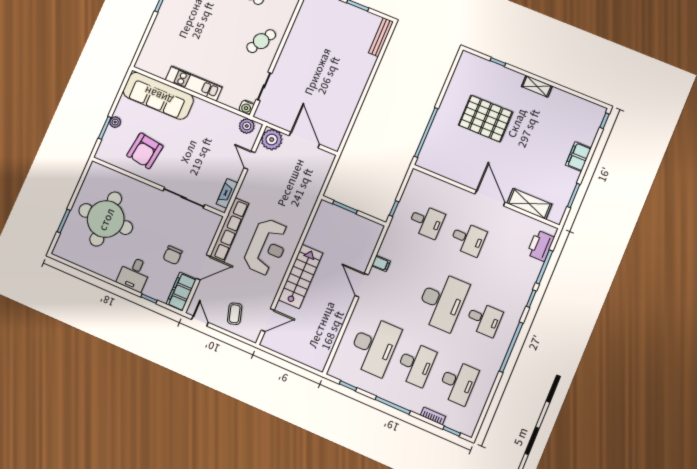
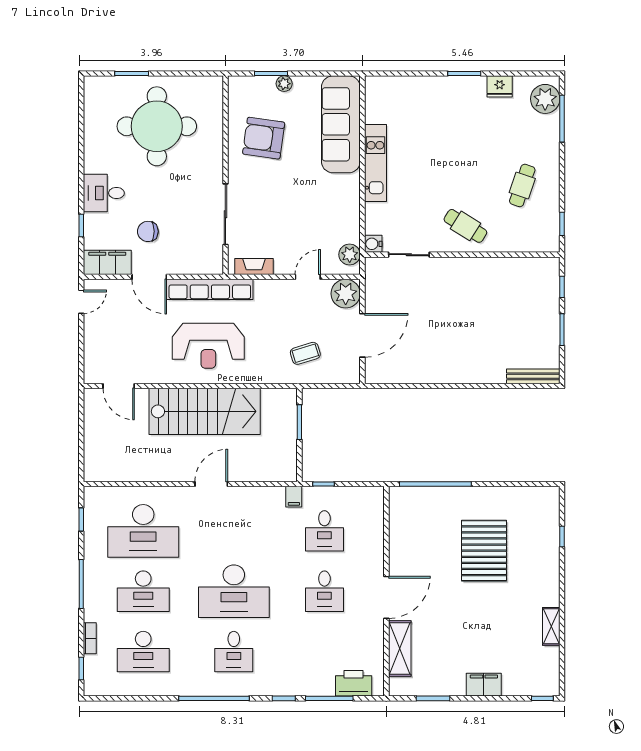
shelving: (537, 86) -> (551, 626), moved
filing cabinet: (381, 264) -> (294, 497), moved
stairs: (300, 276) -> (205, 411), width x1.36, depth x1.51
coffee table: (235, 314) -> (305, 353), moved

